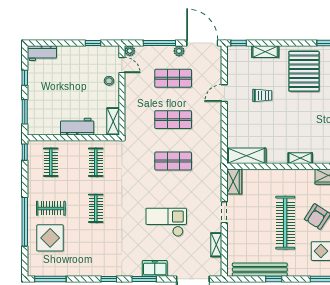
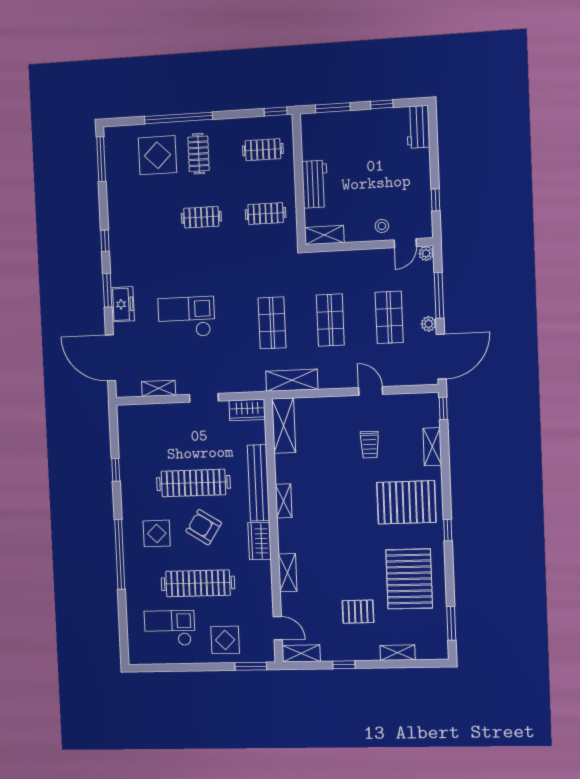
shelving: (214, 149) -> (292, 380), added
checkout: (166, 222) -> (186, 317), turned -90
bench: (260, 270) -> (258, 483), moved

